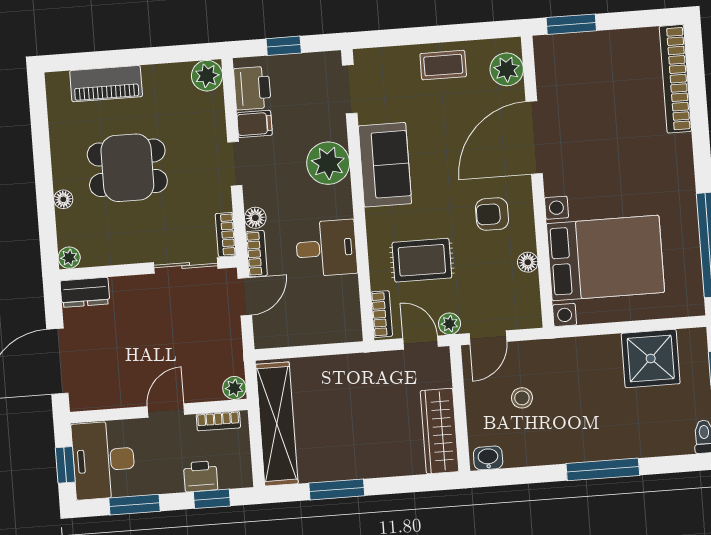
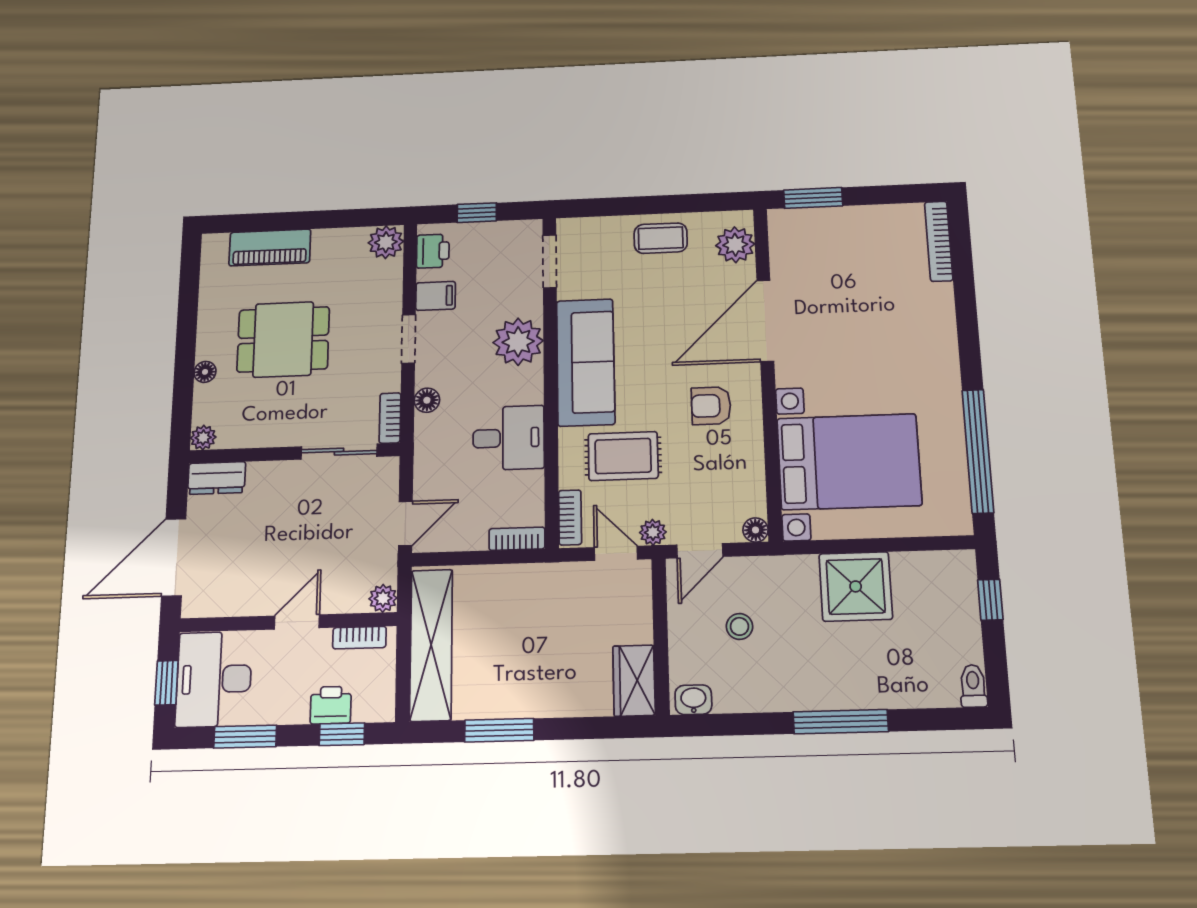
bookcase: (675, 79) -> (939, 241), width x0.68, depth x0.76
printer: (252, 88) -> (433, 251), width x0.73, depth x0.81
sofa: (385, 165) -> (586, 362), width x1.36
bookcase: (256, 254) -> (517, 539), moved, turned -90
floor lamp: (528, 262) -> (756, 530), moved
door: (245, 297) -> (405, 523), moved
shower: (651, 359) -> (856, 586), moved
wardrobe: (440, 431) -> (634, 681), width x0.67

